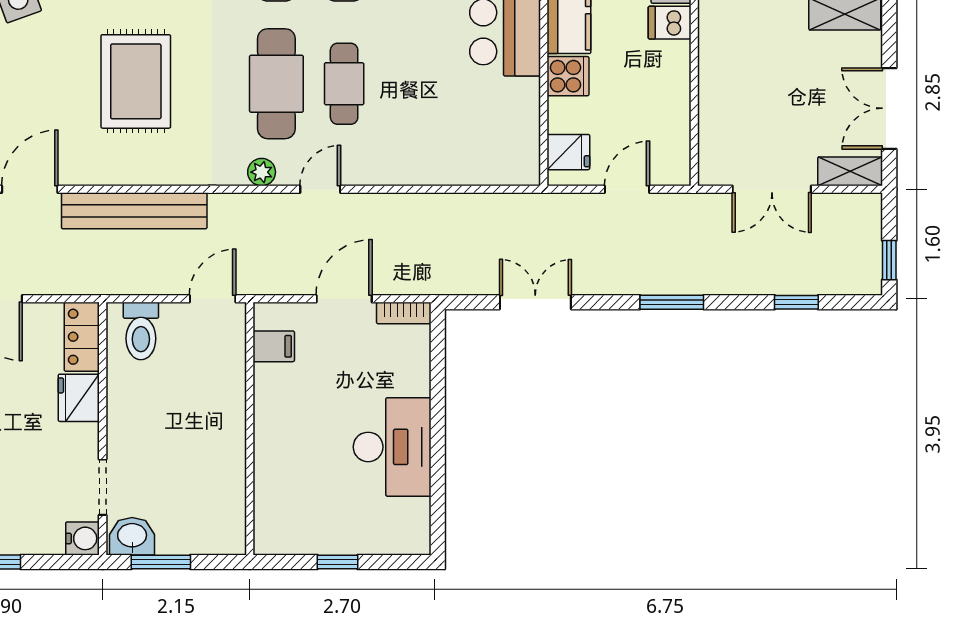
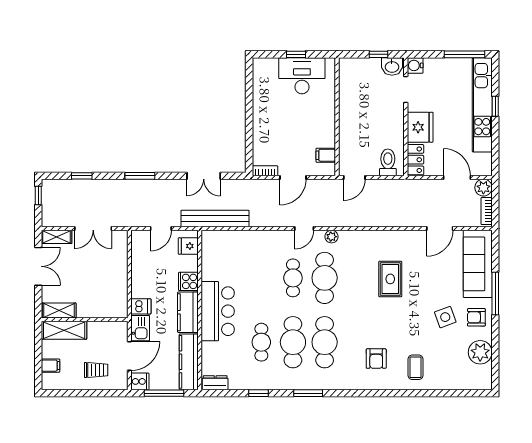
rug: (136, 81) -> (390, 279), width x0.73, depth x0.70
double door: (772, 189) -> (93, 229), swing flipped
bench: (134, 211) -> (215, 219), moved
fridge: (79, 398) -> (420, 127), width x1.36, depth x1.34
desk: (392, 447) -> (302, 76), moved, turned 90
window: (161, 562) -> (379, 54), width x0.67

